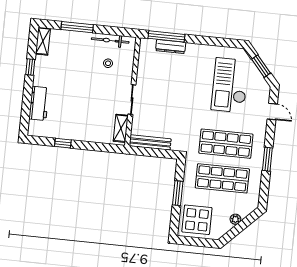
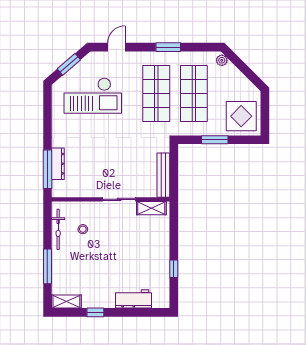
plant: (235, 219) -> (222, 60), moved

